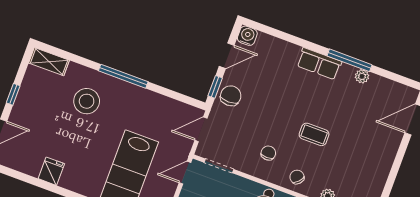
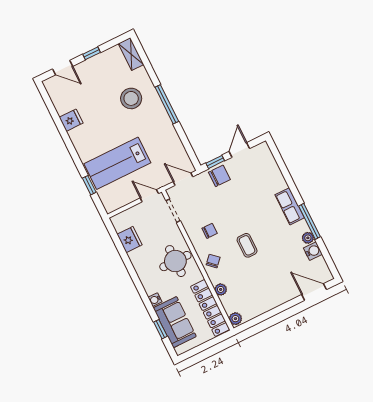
water cooler: (247, 36) -> (313, 251), moved
door: (227, 56) -> (239, 150), swing flipped

